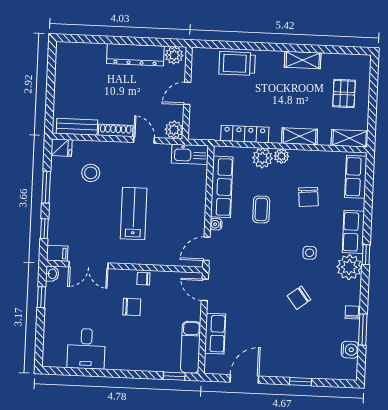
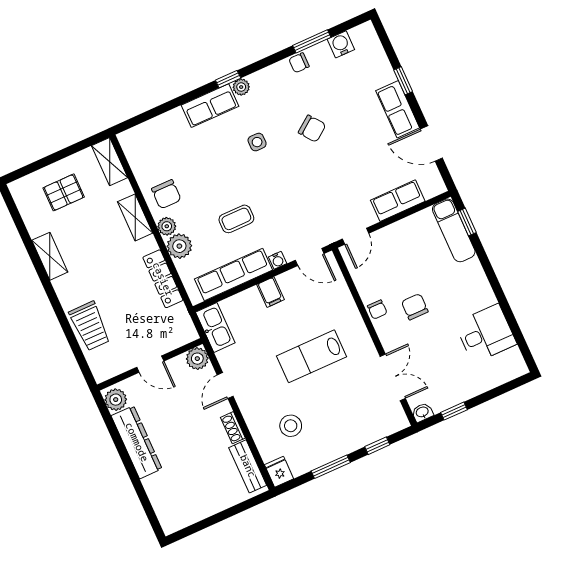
shoe rack: (116, 130) -> (233, 428), width x0.70
row of seats: (356, 177) -> (398, 109), moved, turned 90
chair: (308, 197) -> (166, 194), moved, turned 95
filing cabinet: (57, 253) -> (270, 292), moved, turned 180
plant: (349, 267) -> (241, 87), width x0.53, depth x0.53
exam couch: (191, 347) -> (454, 230), moved, turned 90

